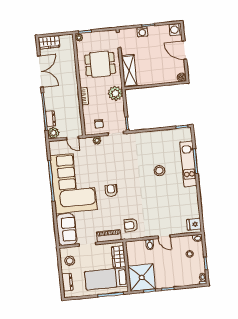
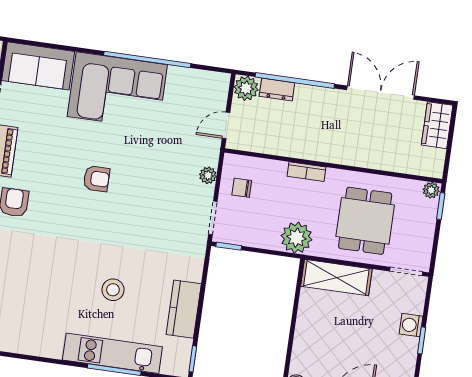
double door: (40, 71) -> (381, 93), swing flipped
kitchen counter: (160, 136) -> (184, 309), added
corner sofa: (73, 183) -> (117, 91), width x0.73, depth x0.74

